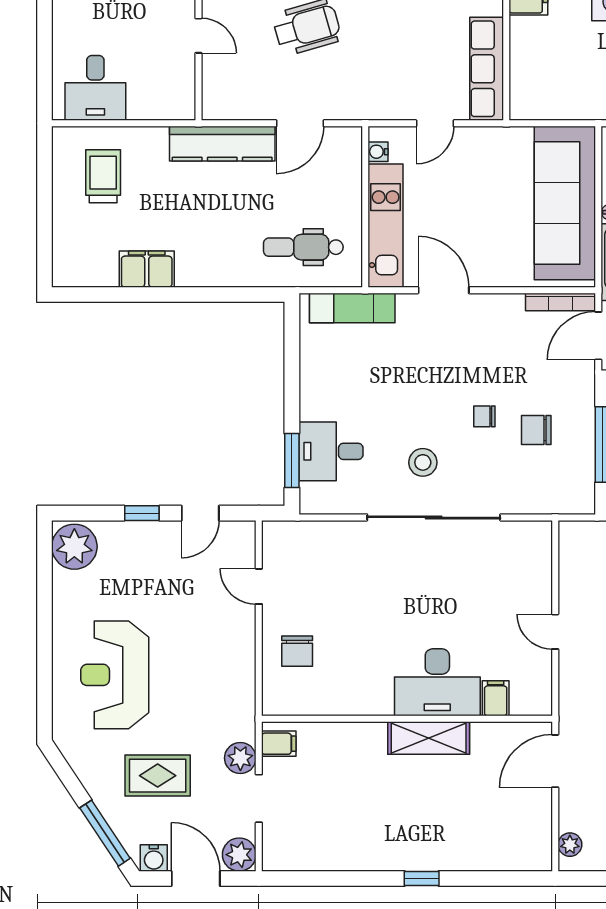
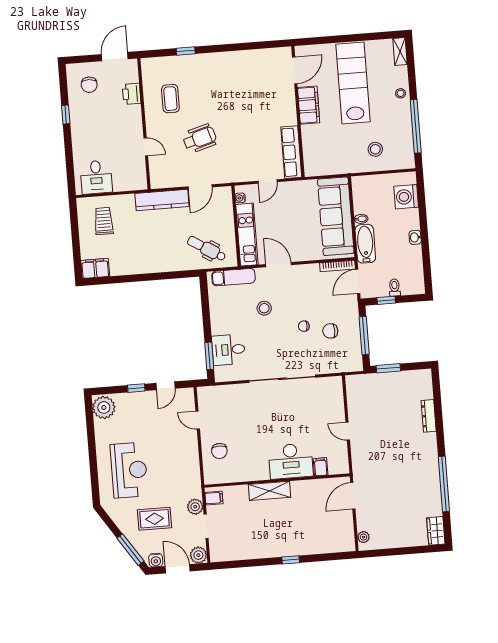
dental chair: (303, 247) -> (207, 249), turned 32
filing cabinet: (147, 269) -> (95, 268), moved
stool: (423, 462) -> (264, 308), moved
reception desk: (115, 675) -> (129, 470), turned 180
shelving: (429, 738) -> (270, 491), moved

